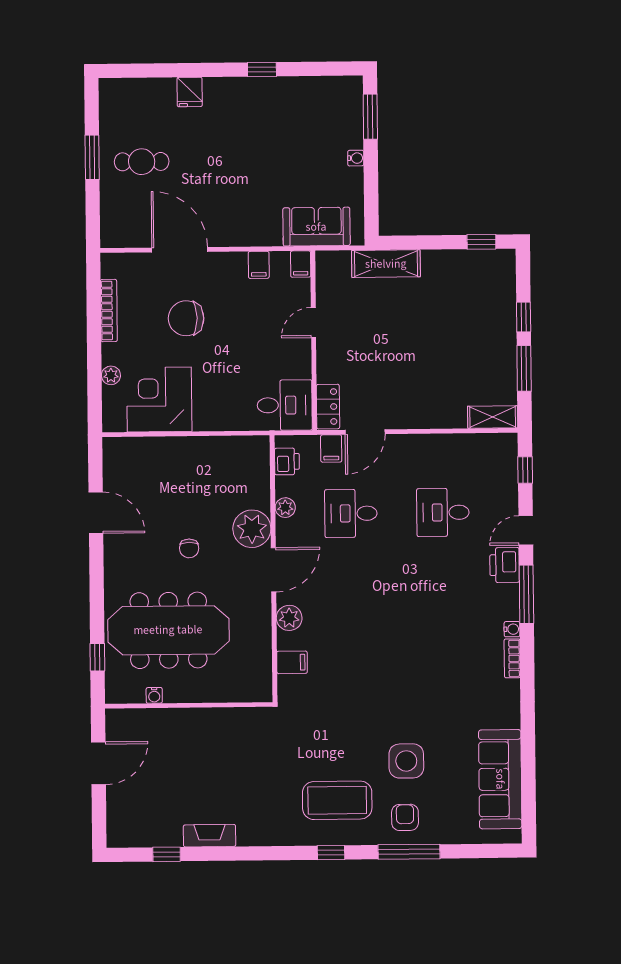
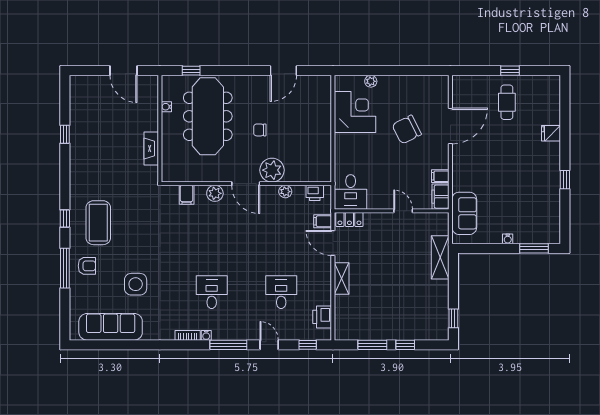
window: (92, 157) -> (510, 71), width x0.67
filing cabinet: (301, 264) -> (440, 197), width x2.00
bookcase: (109, 311) -> (412, 80), removed
chair: (186, 318) -> (407, 130), turned -117
shelving: (493, 417) -> (342, 278), moved
desk: (351, 513) -> (212, 292), moved
printer: (505, 565) -> (322, 317), moved, turned -90
side table: (406, 761) -> (136, 284), moved
fireplace: (210, 836) -> (151, 148), moved, turned 180
window: (167, 854) -> (65, 134), moved

